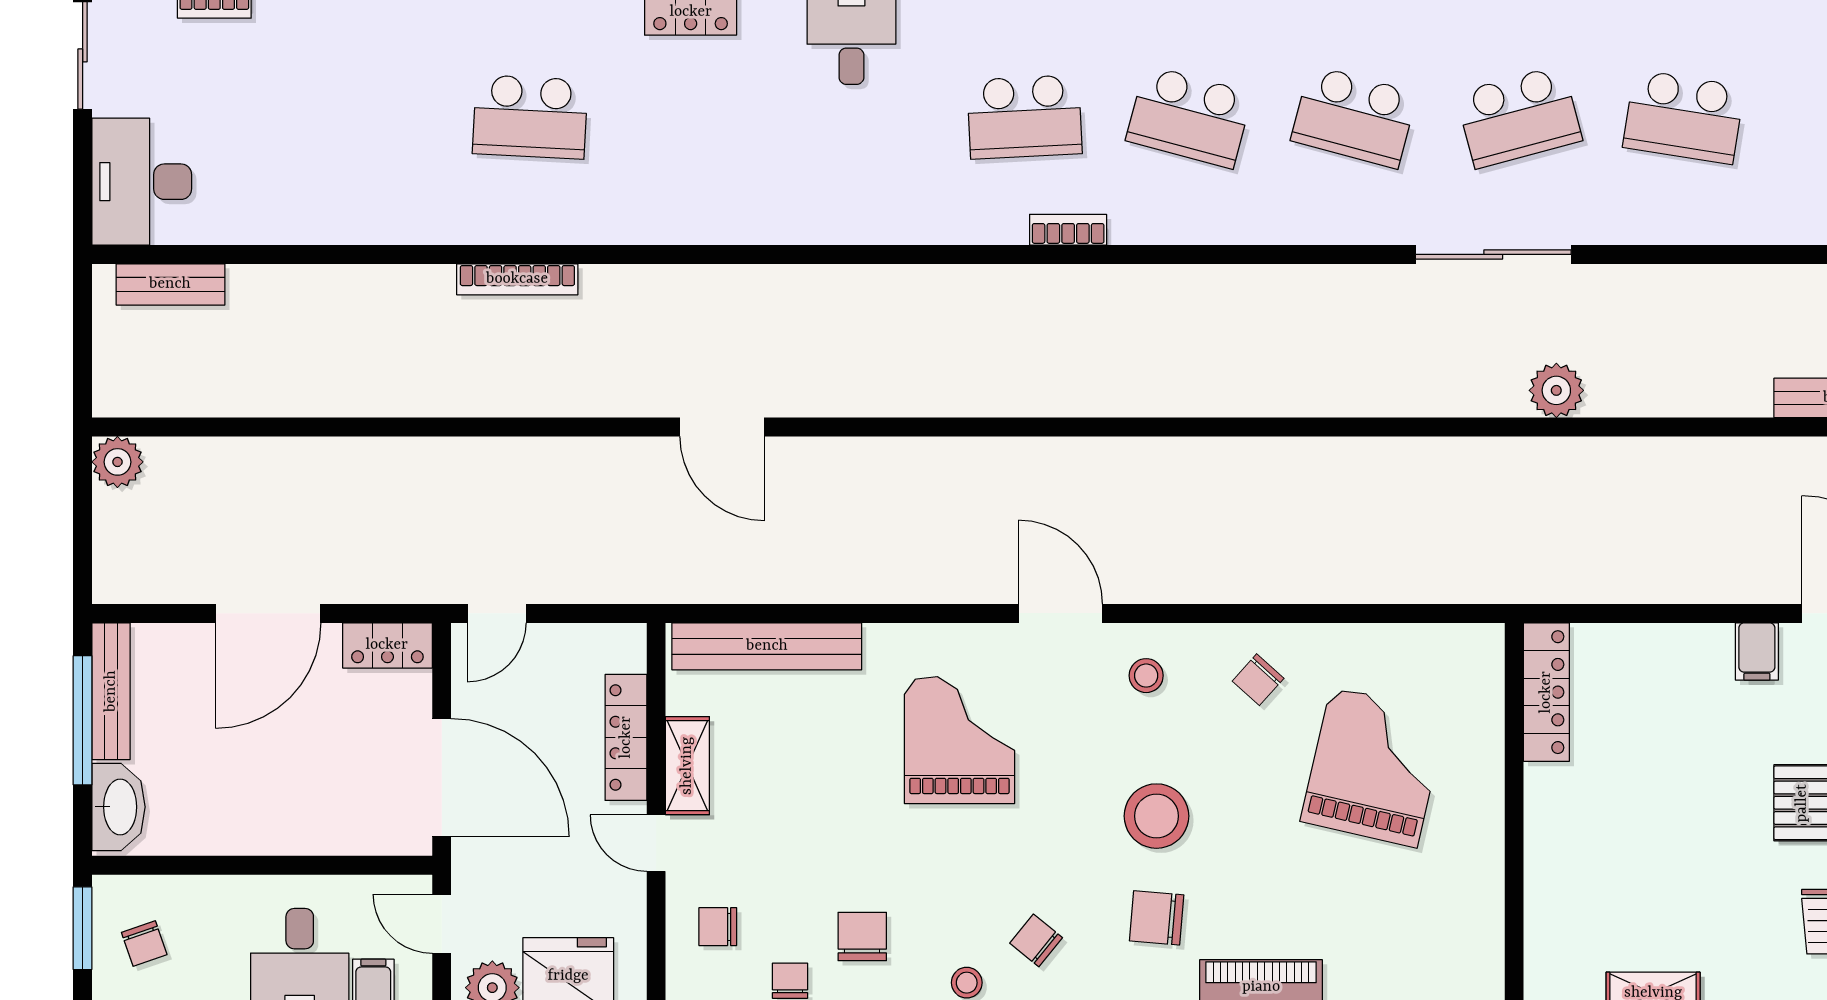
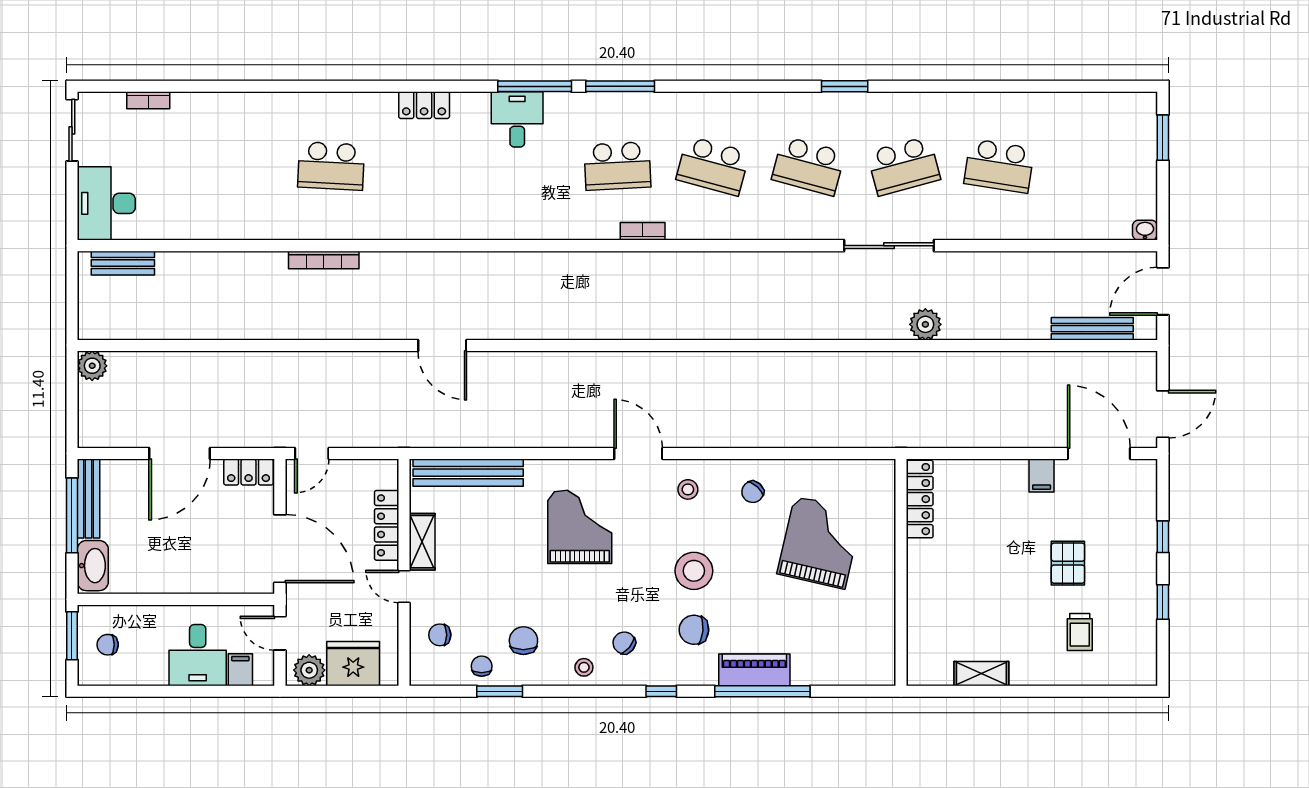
chair: (144, 944) -> (108, 645), turned 109

